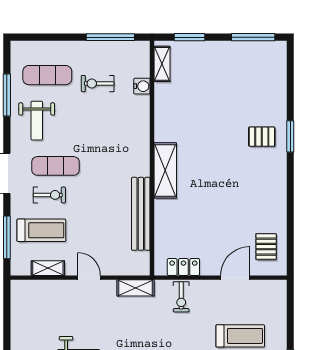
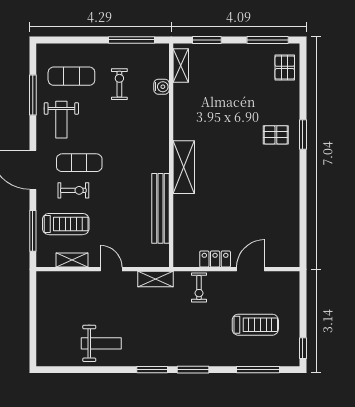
exercise bike: (98, 84) -> (119, 84), turned 90
pallet: (266, 247) -> (285, 67), moved
locker: (183, 267) -> (215, 259), moved

